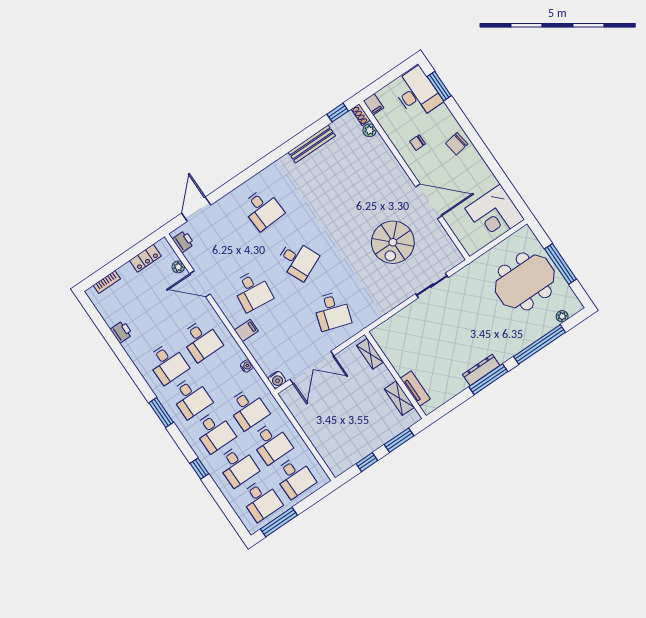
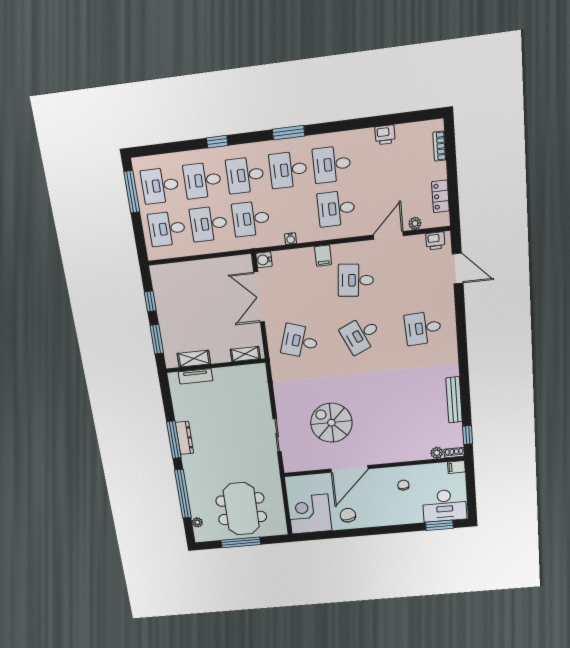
chair: (457, 144) -> (348, 515), moved

